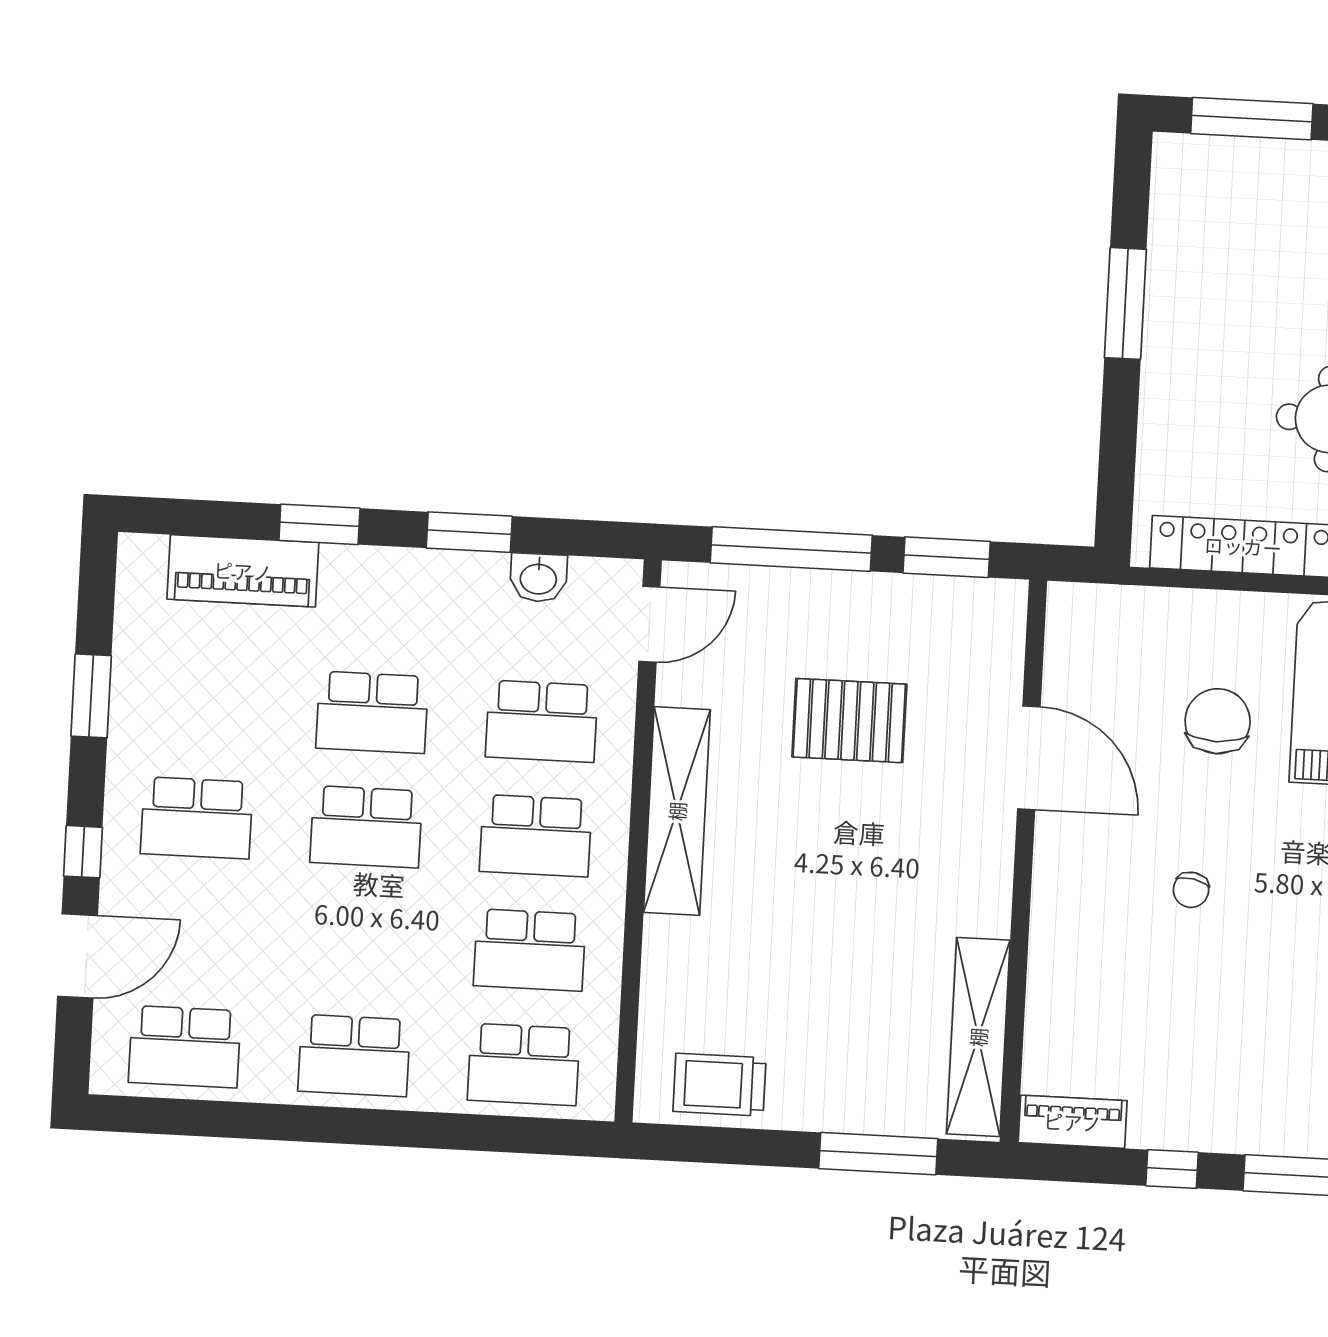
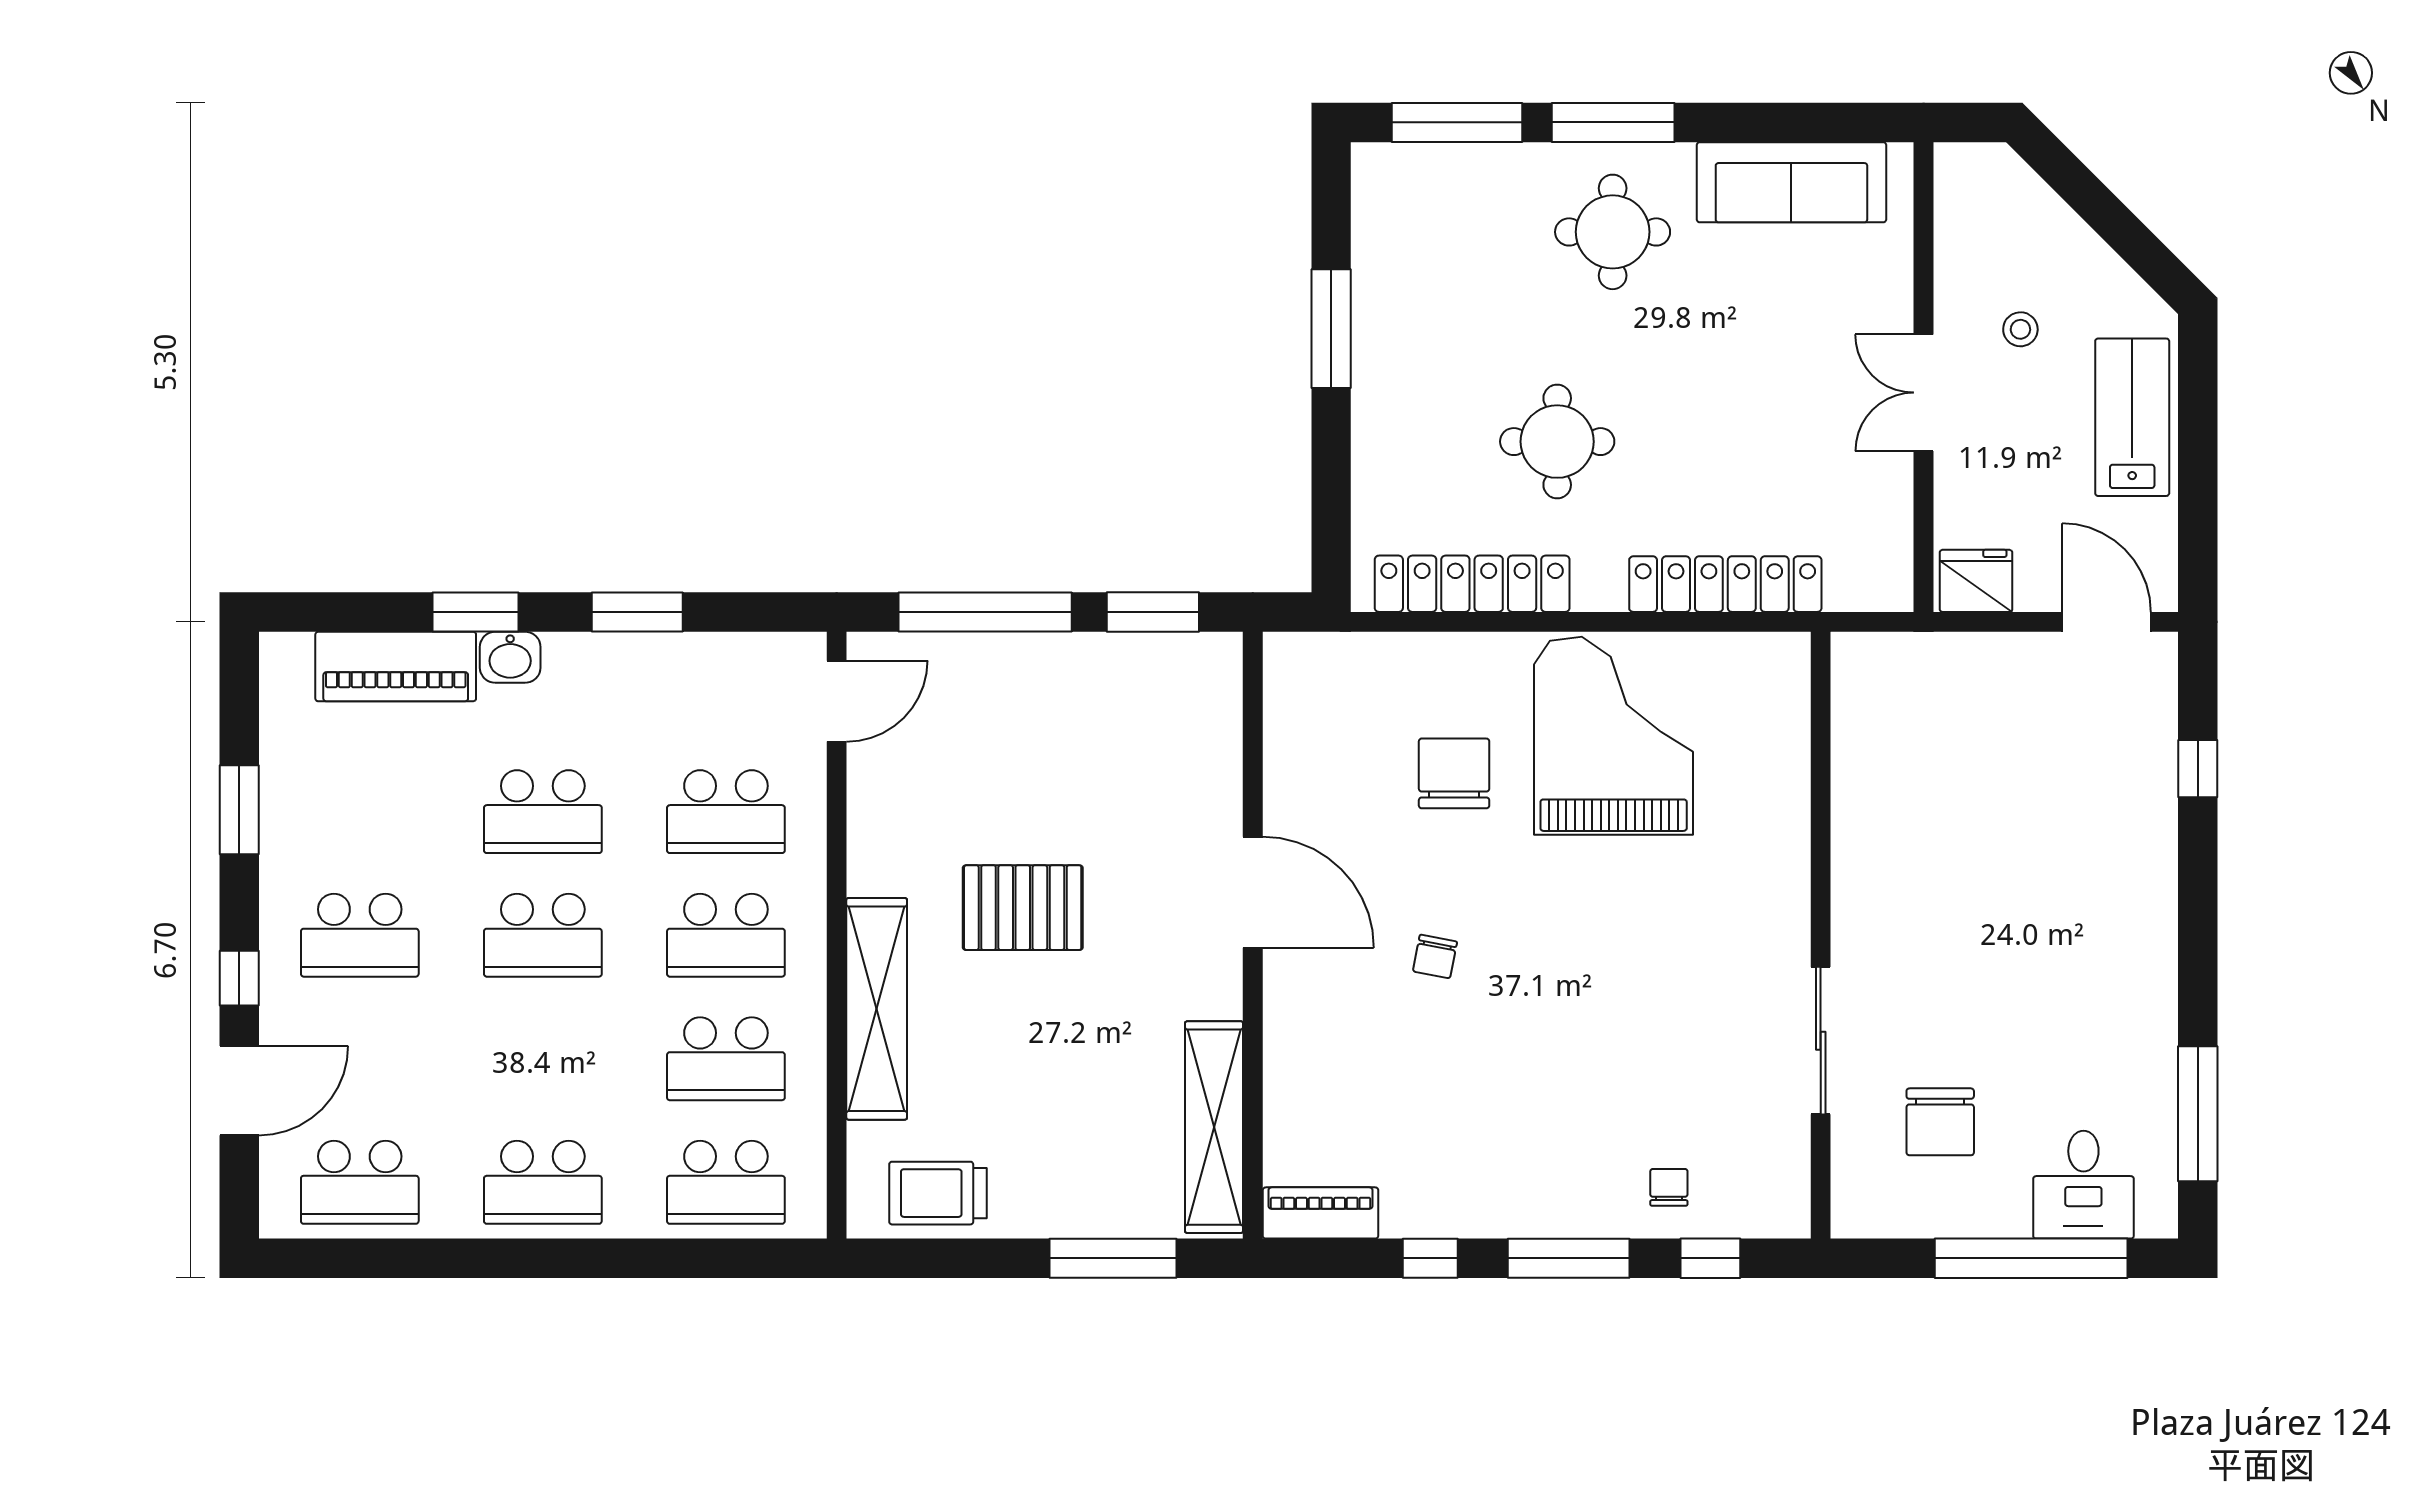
washbasin: (538, 578) -> (510, 657), moved
pallet: (849, 721) -> (1023, 908), moved
door: (1029, 758) -> (1253, 892), moved
shelving: (677, 811) -> (877, 1009), moved

